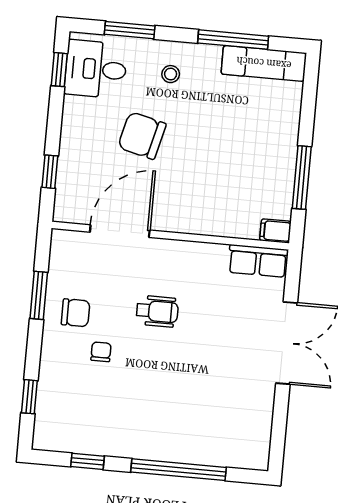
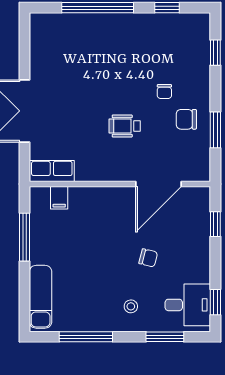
exam couch: (264, 63) -> (41, 297), moved, turned 90
chair: (142, 136) -> (148, 258), width x0.54, depth x0.54
filing cabinet: (275, 231) -> (59, 198), moved, turned 90

